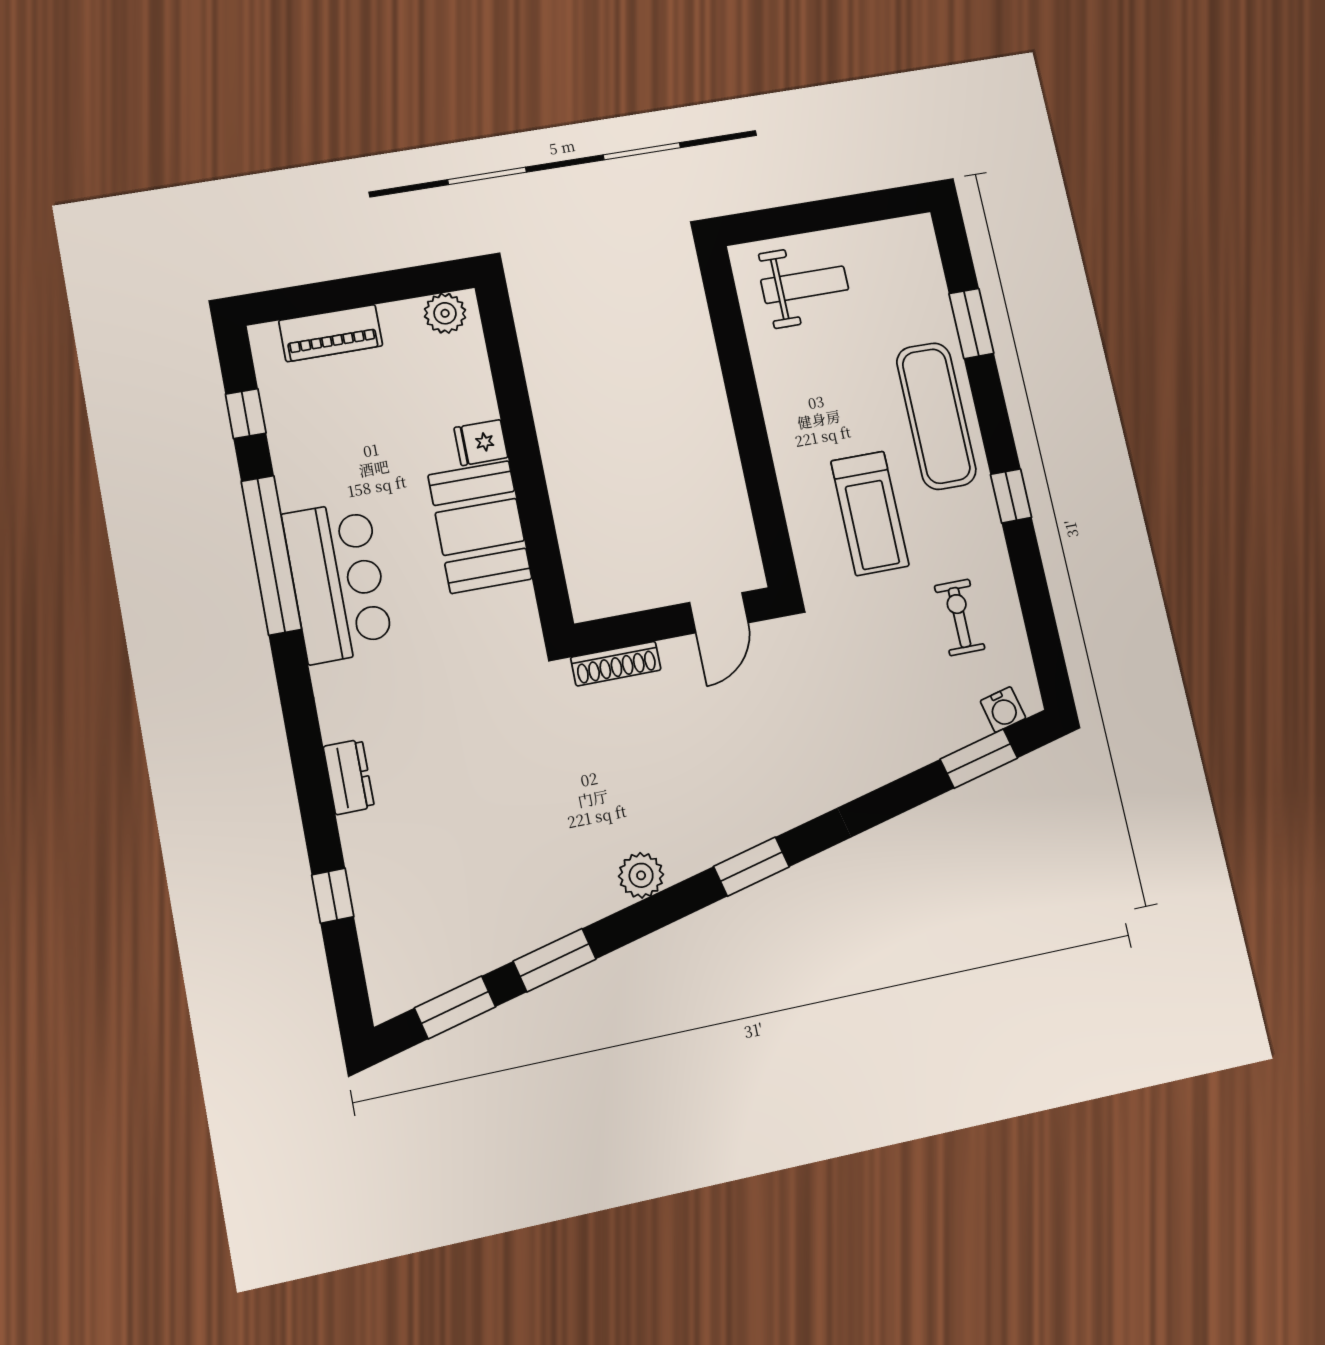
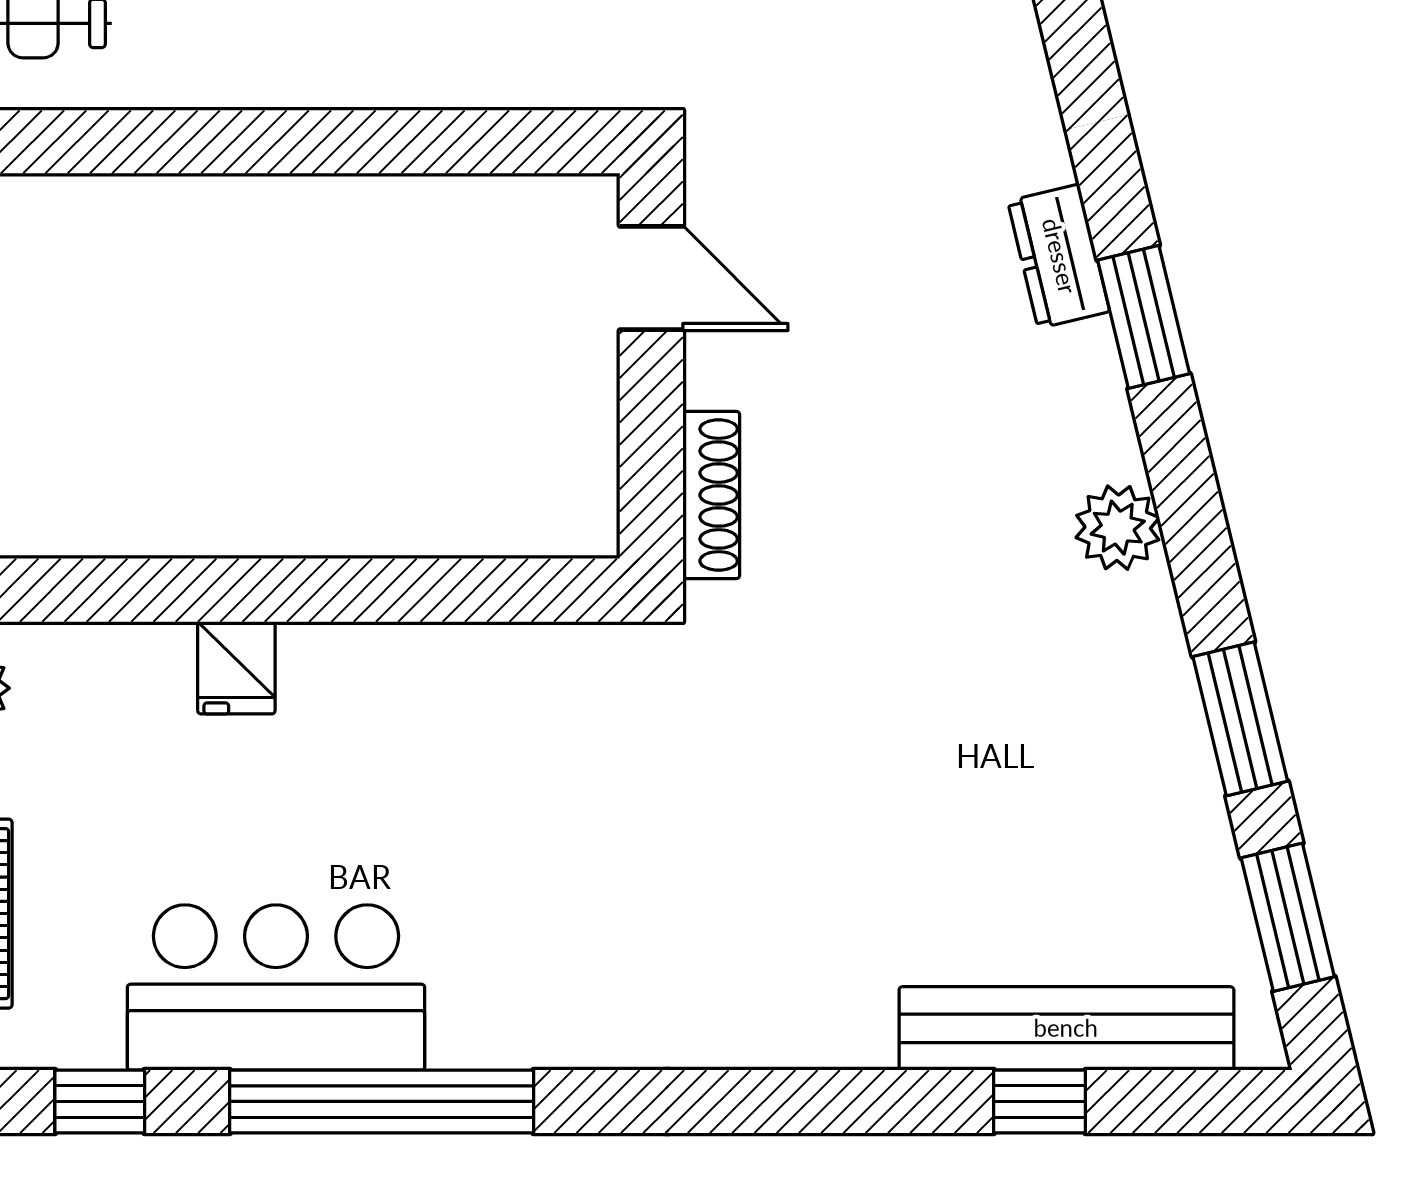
booth: (480, 527) -> (400, 701), removed
bar counter: (338, 582) -> (276, 987), moved
dresser: (349, 777) -> (1059, 256), moved, turned -104
bench: (374, 902) -> (1066, 1028), added

